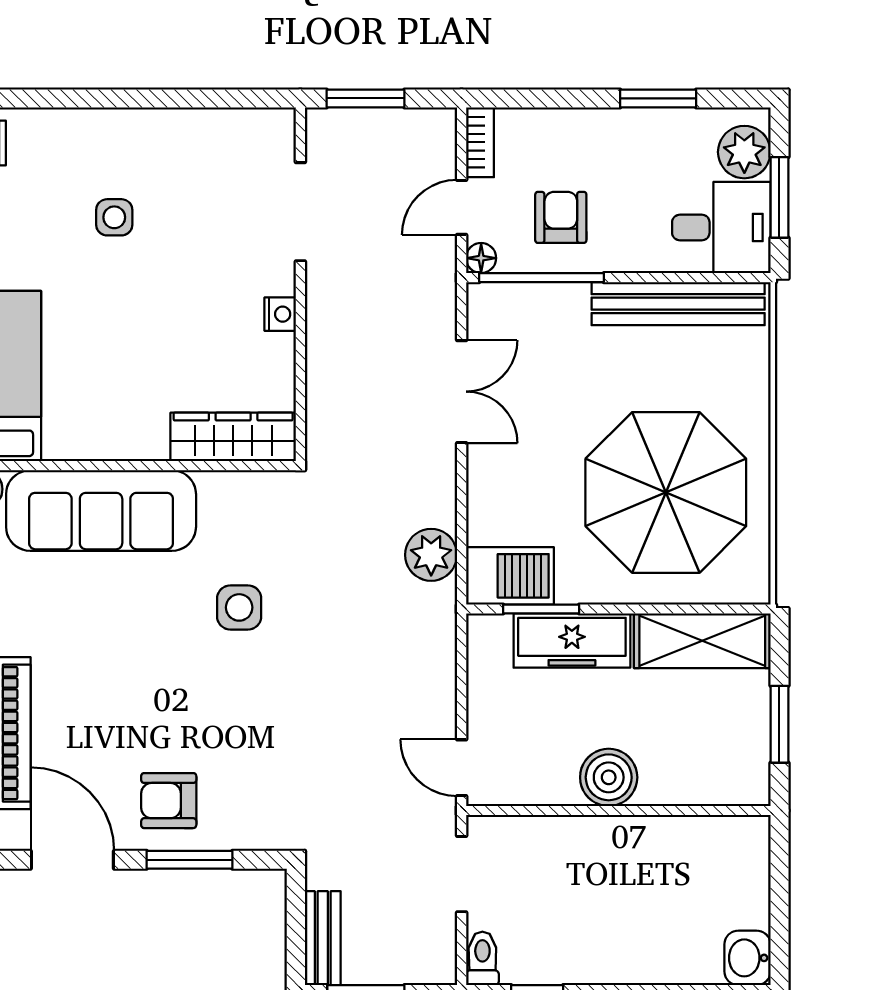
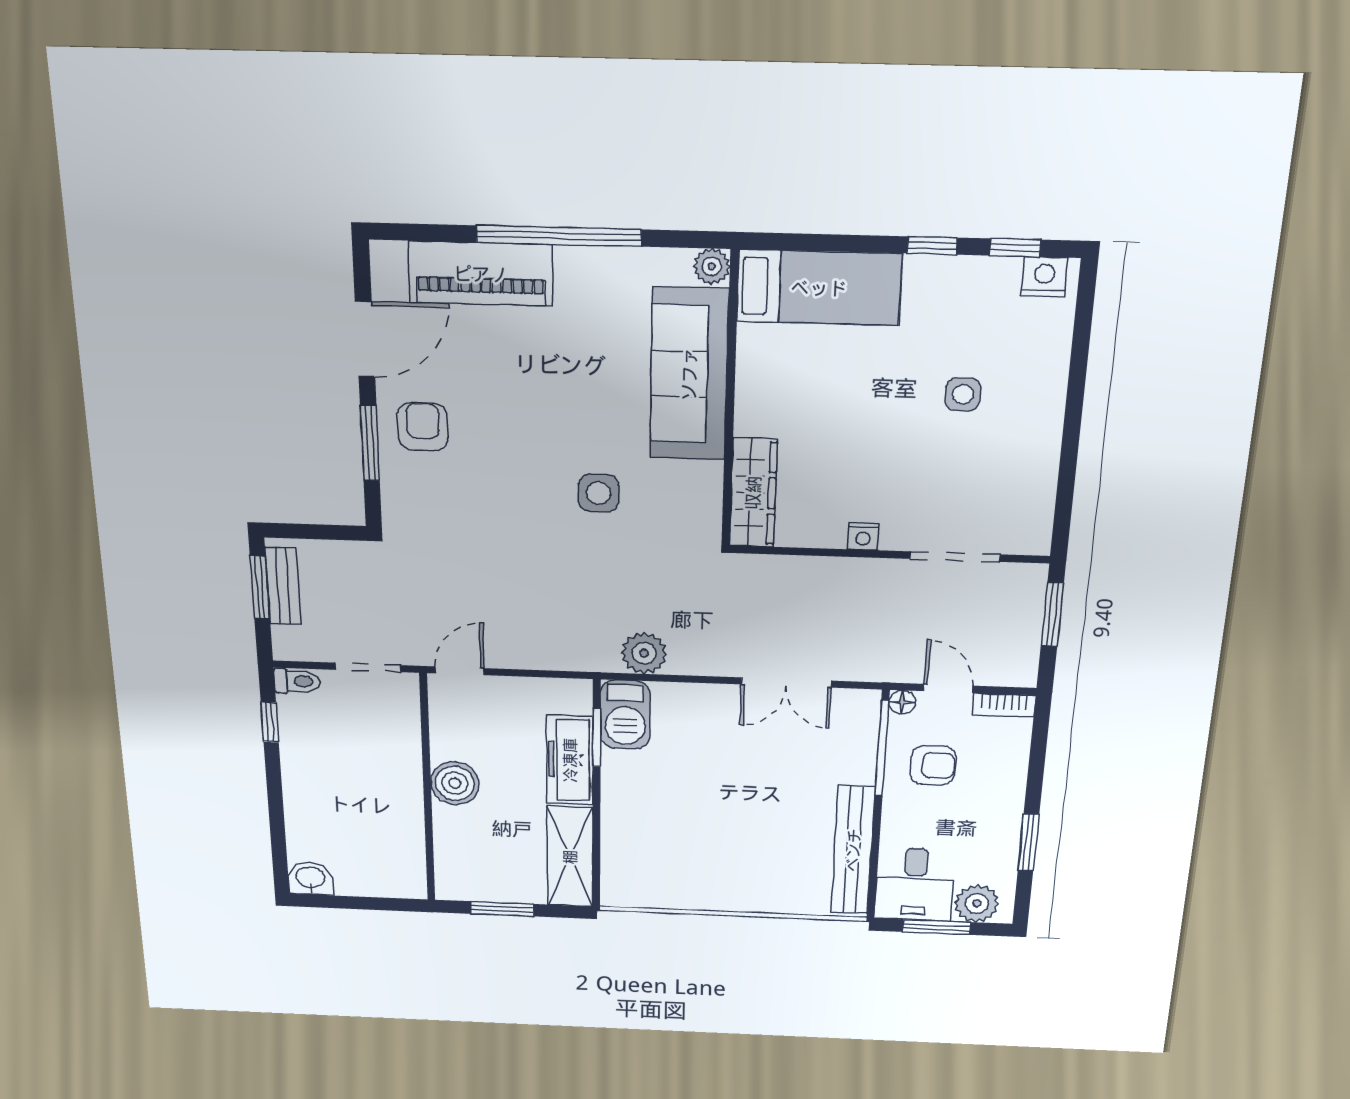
parasol: (666, 492) -> (694, 835), removed
bench: (323, 938) -> (283, 586), moved, turned 90

